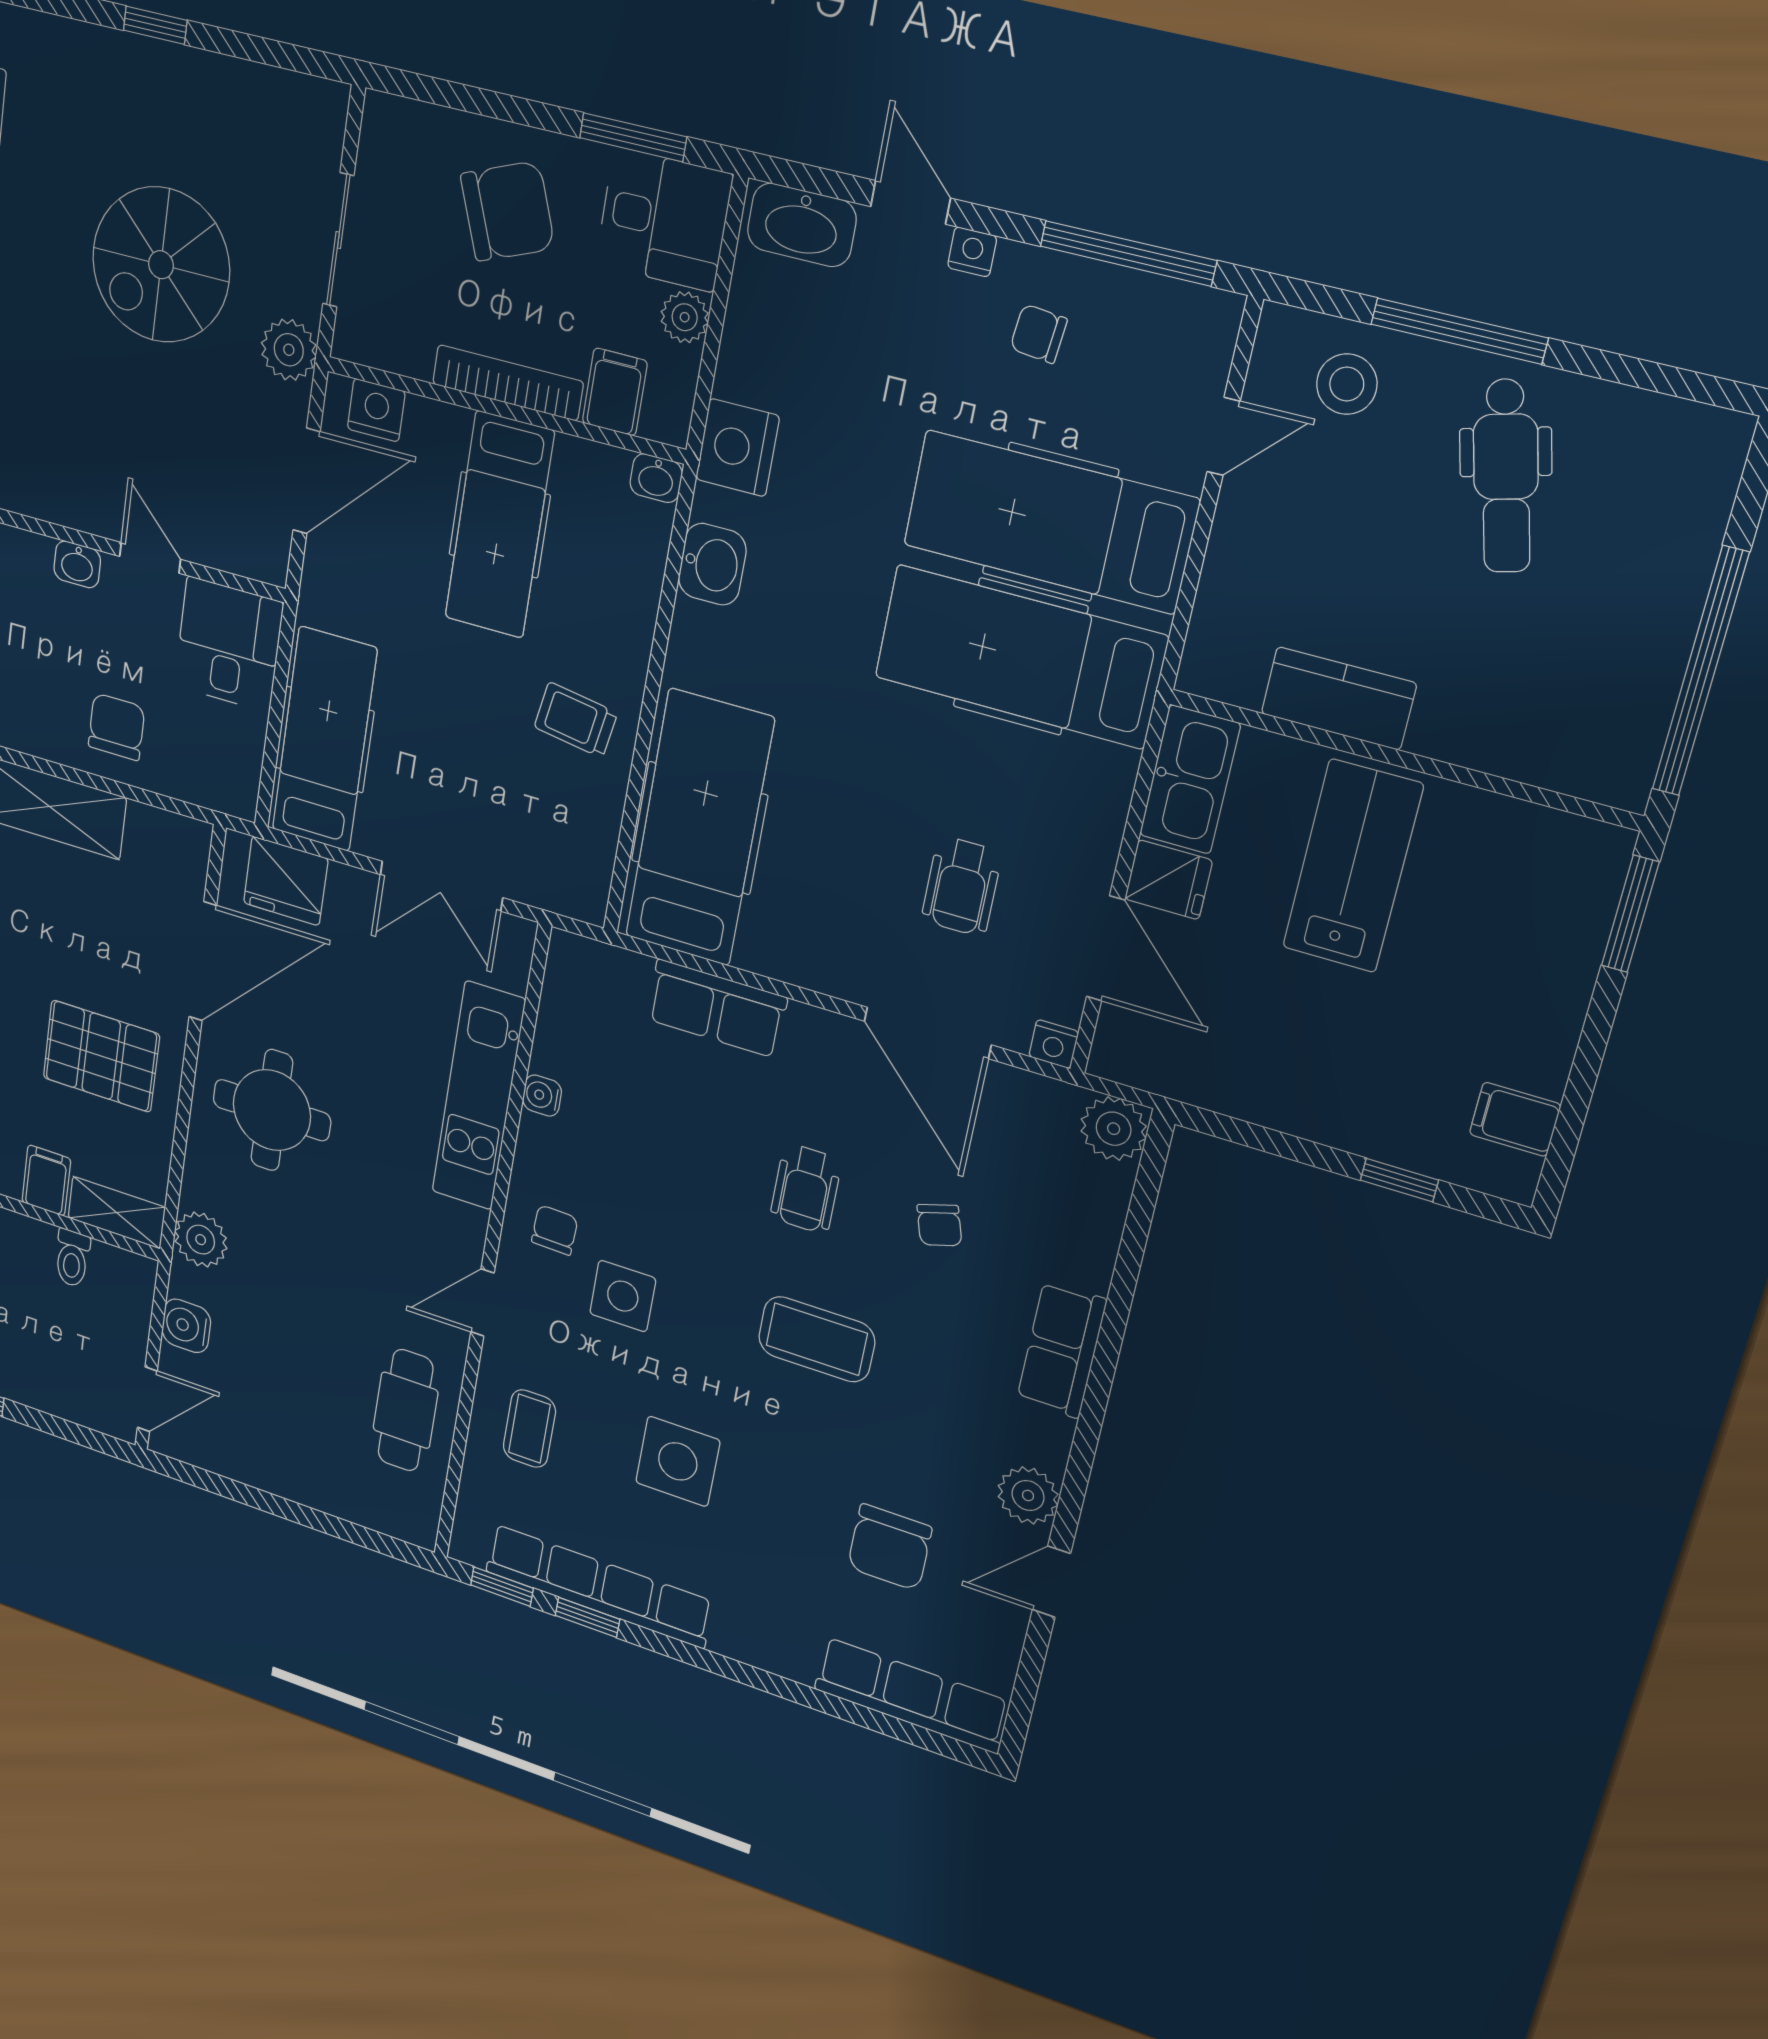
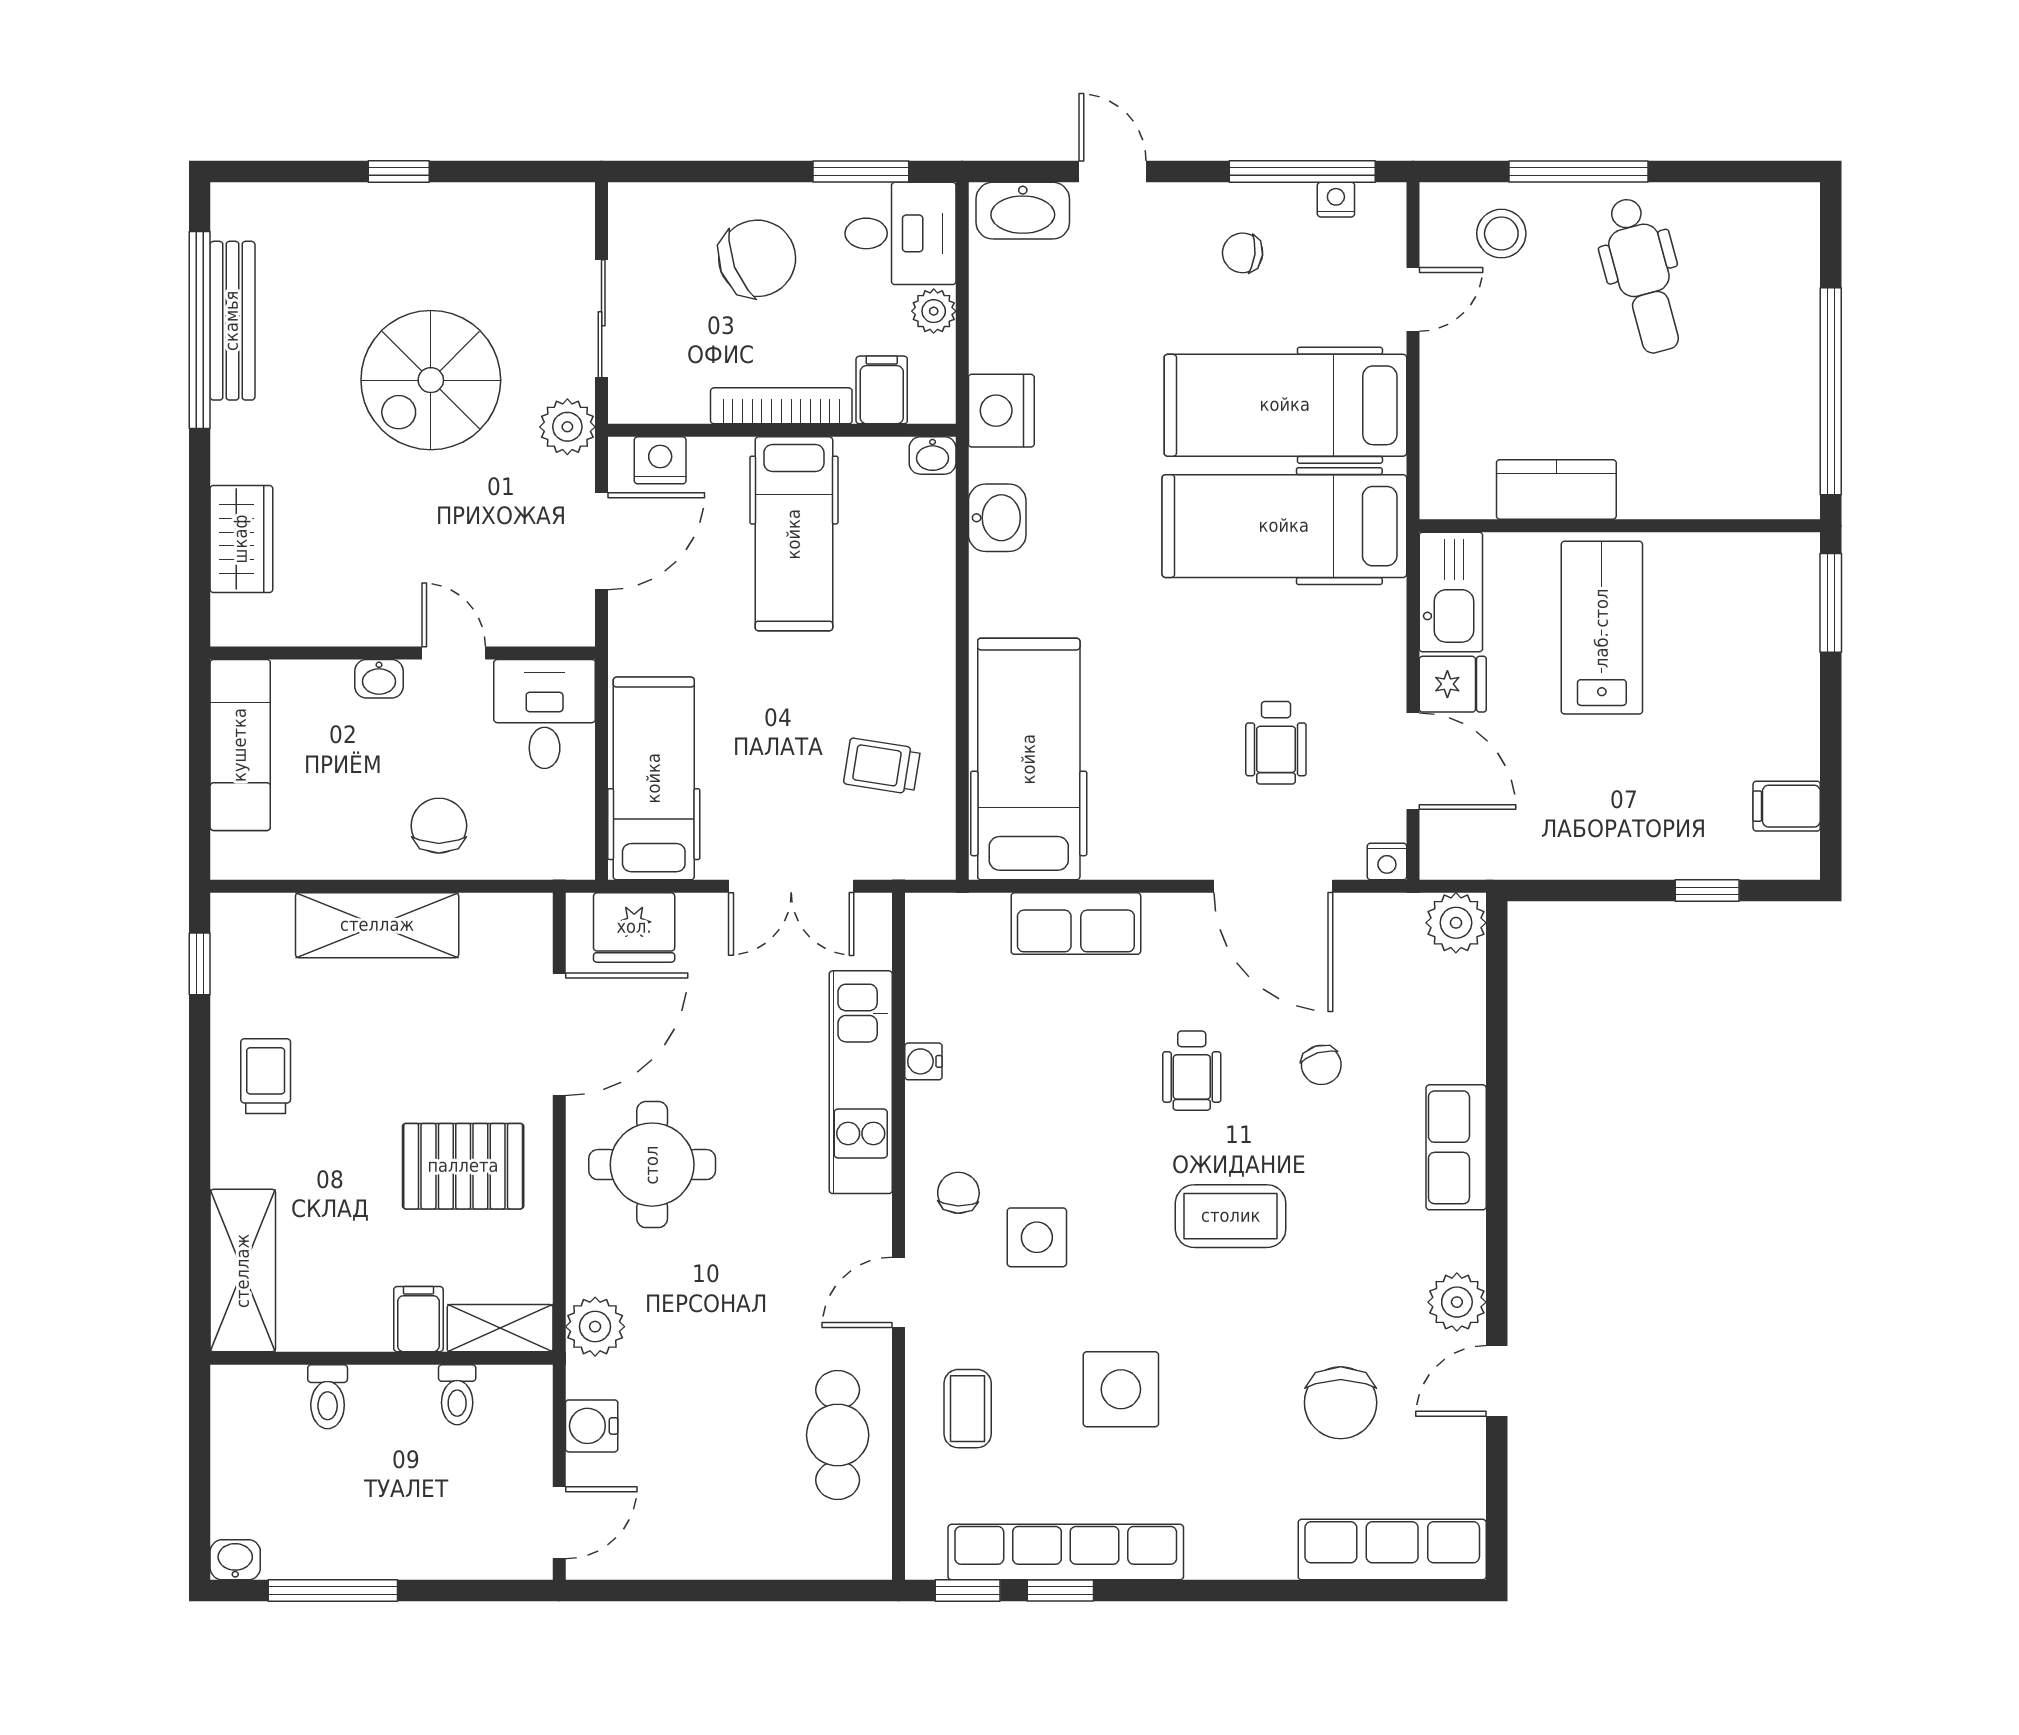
nightstand: (972, 252) -> (1336, 200), moved
trolley: (576, 720) -> (882, 766), moved

